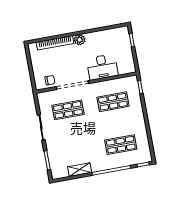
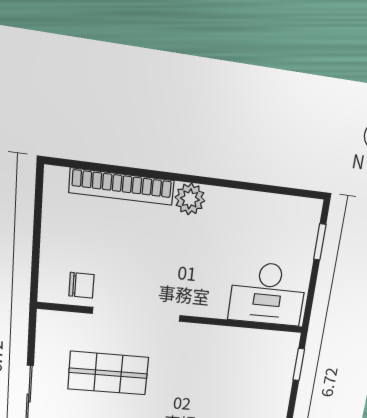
desk: (102, 67) -> (268, 294), moved
shop shelf: (113, 102) -> (224, 382), removed

